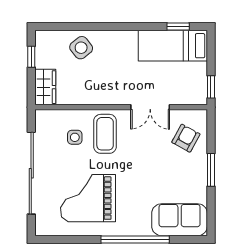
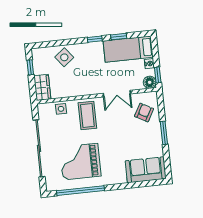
window: (127, 27) -> (95, 39), added
window: (178, 27) -> (119, 37), moved
nightstand: (201, 69) -> (149, 64), added
floor lamp: (198, 96) -> (150, 82), added
side table: (75, 137) -> (61, 109), moved
window: (135, 239) -> (81, 191), moved

